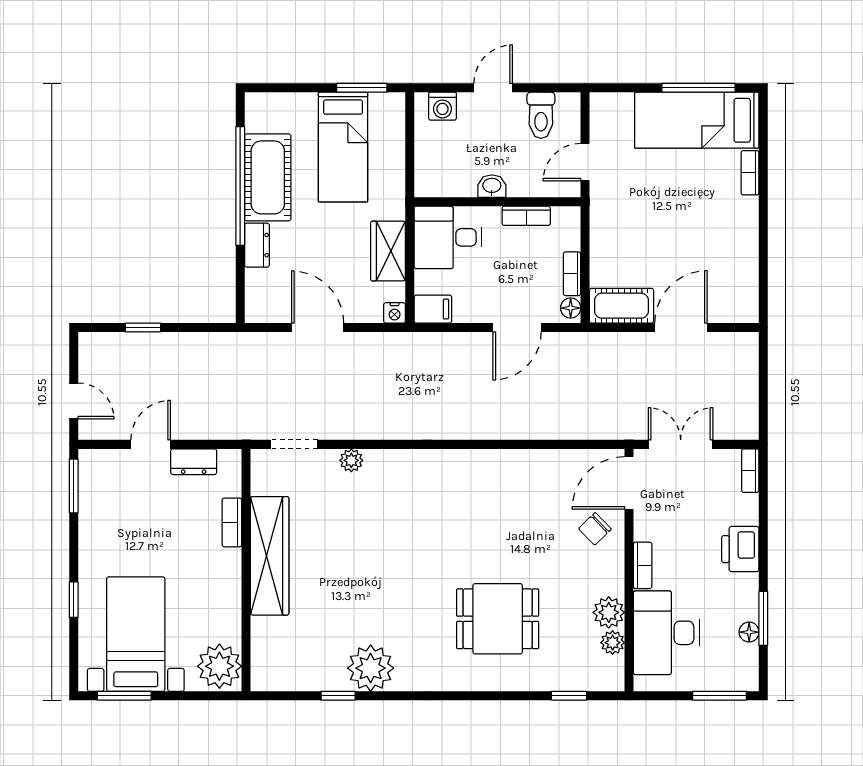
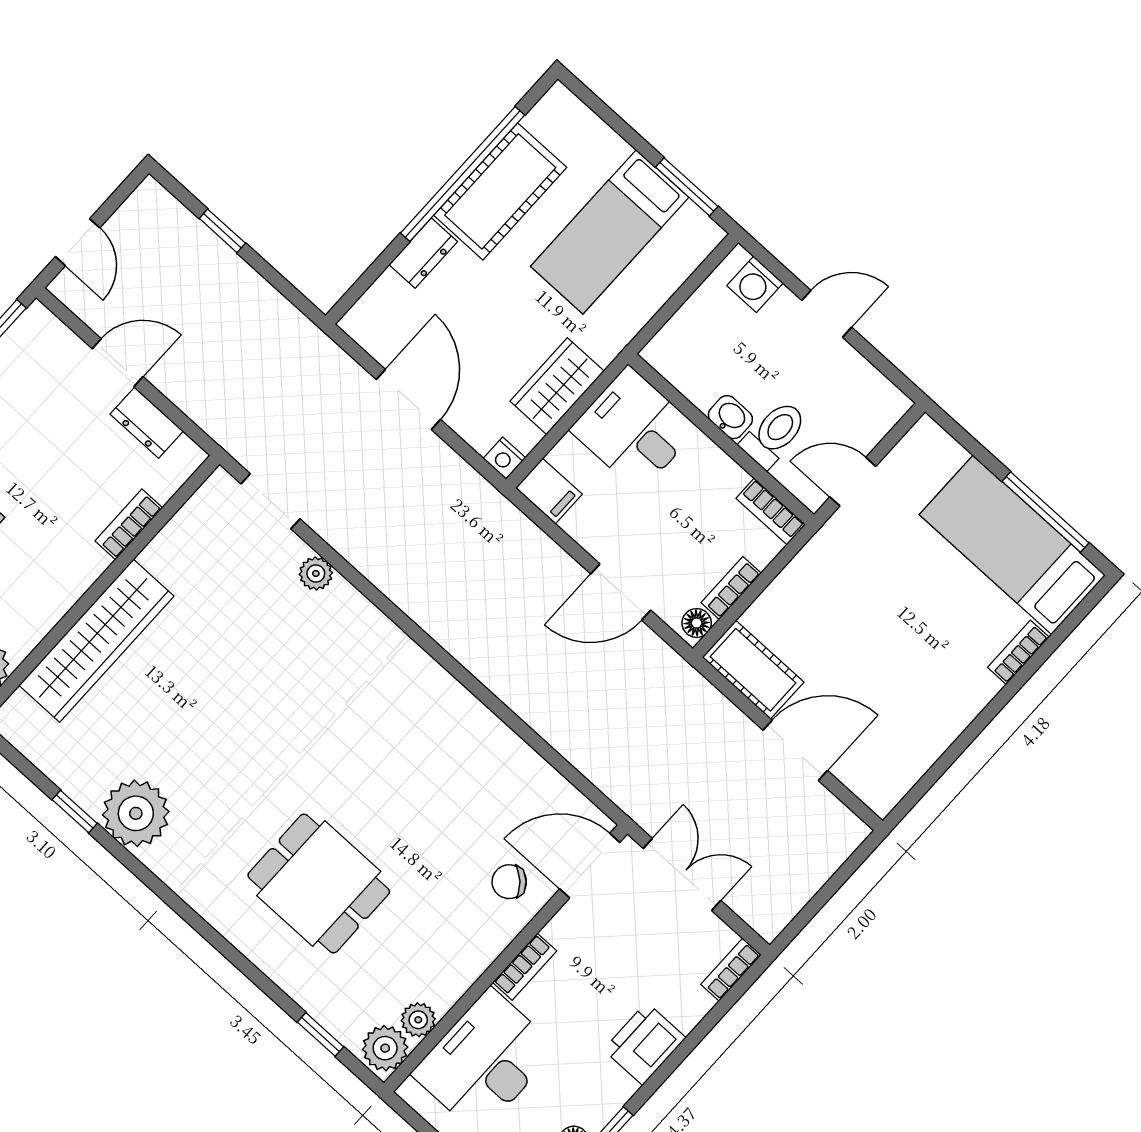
toilet: (541, 115) -> (774, 434), moved, turned 180
bookcase: (526, 216) -> (771, 511), moved
wardrobe: (270, 556) -> (97, 641), moved
plant: (609, 612) -> (385, 1048), moved

